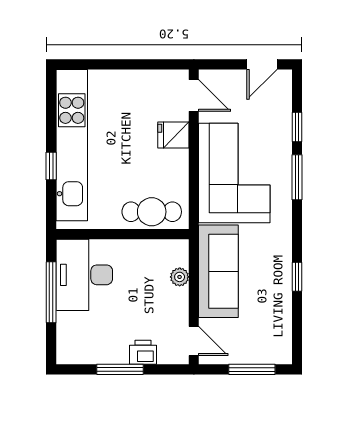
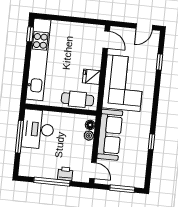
fridge: (173, 135) -> (91, 77), moved
window: (51, 166) -> (30, 34), moved
window: (297, 177) -> (157, 89), removed
floor lamp: (180, 257) -> (90, 125), added
window: (120, 369) -> (52, 182), width x1.44

